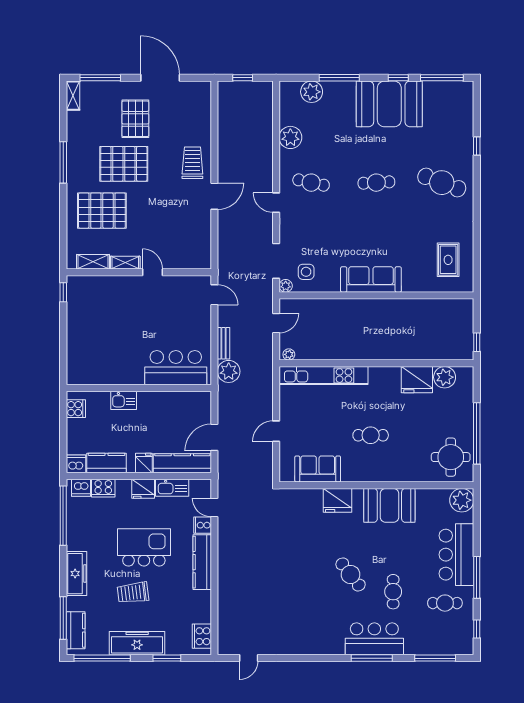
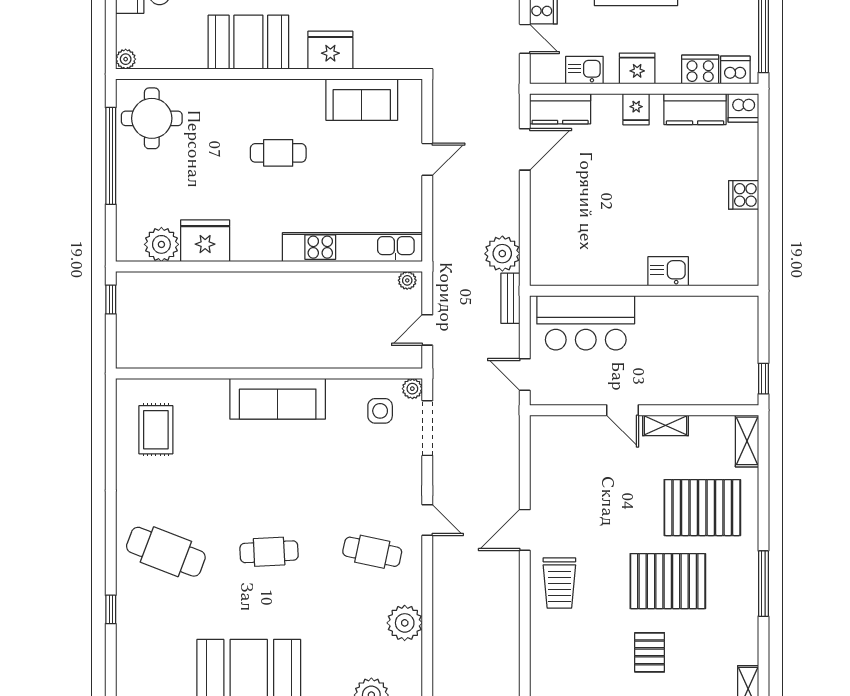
pallet: (135, 119) -> (650, 652), width x0.67, depth x0.71
shelving: (93, 262) -> (747, 441), moved, turned 90
bar counter: (176, 368) -> (586, 323), moved
wall: (139, 388) -> (644, 291), moved
kitchen sink: (124, 400) -> (668, 271), moved
kitchen counter: (182, 463) -> (560, 109), width x0.67
kitchen sink: (172, 488) -> (584, 70), width x0.73
plant: (462, 500) -> (126, 59), width x0.53, depth x0.53

